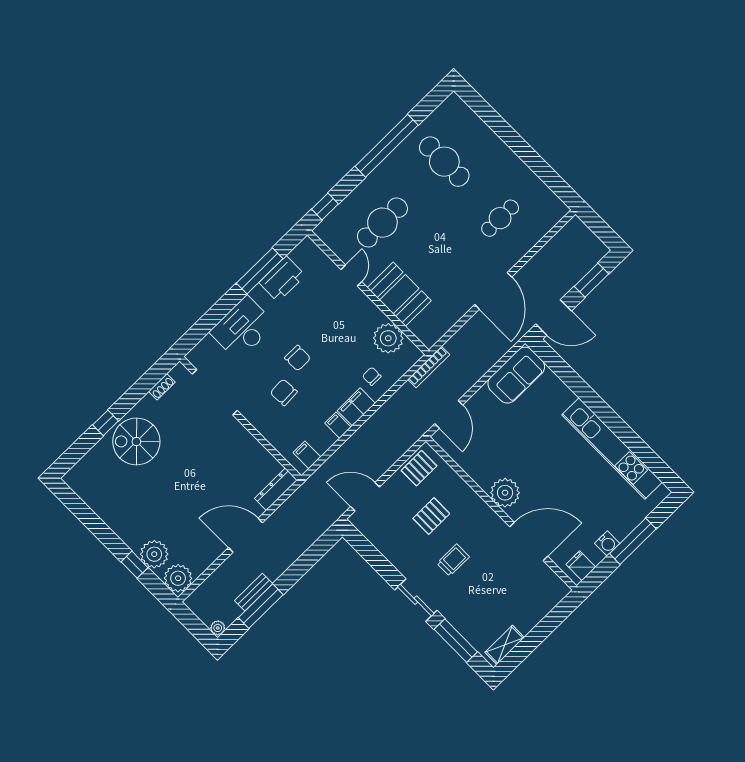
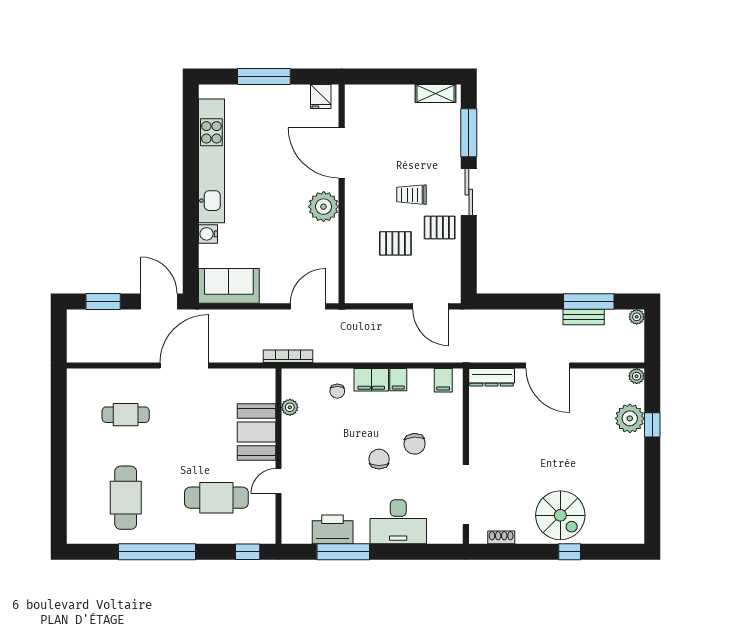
plant: (388, 338) -> (290, 407), width x0.53, depth x0.53
pallet: (419, 468) -> (440, 228), moved
water cooler: (607, 543) -> (208, 234), moved, turned -90
plant: (178, 578) -> (637, 376), width x0.53, depth x0.53

